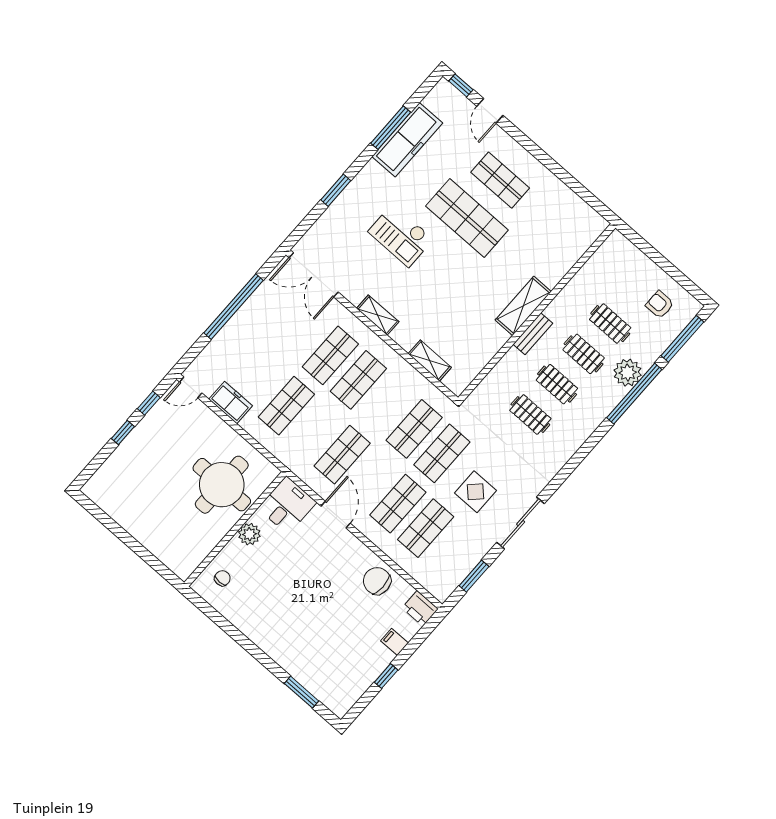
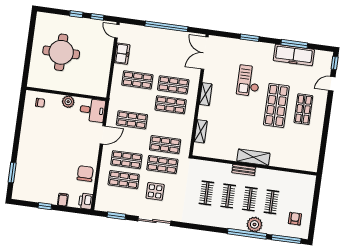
round table: (222, 485) -> (61, 52), moved

